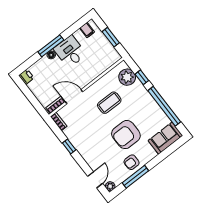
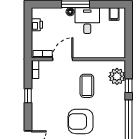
window: (111, 37) -> (129, 35), removed
printer: (26, 77) -> (37, 25), moved
door: (74, 97) -> (63, 59), hinge flipped
coffee table: (109, 103) -> (87, 86), turned 90

